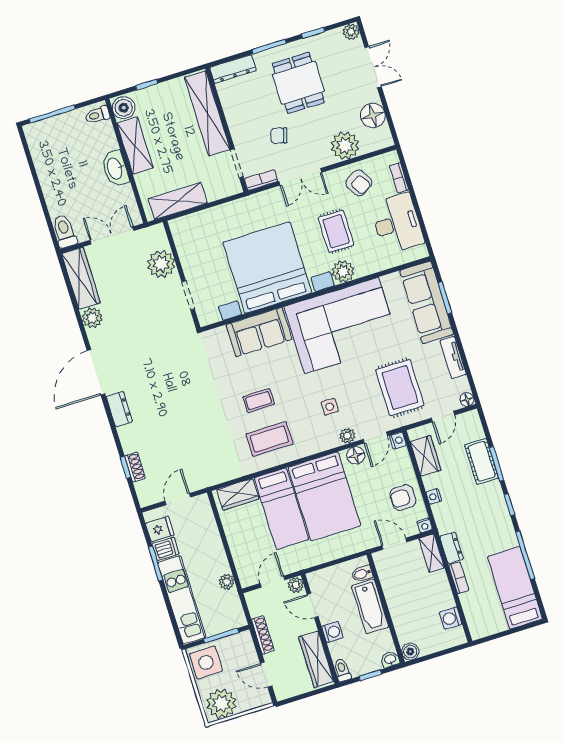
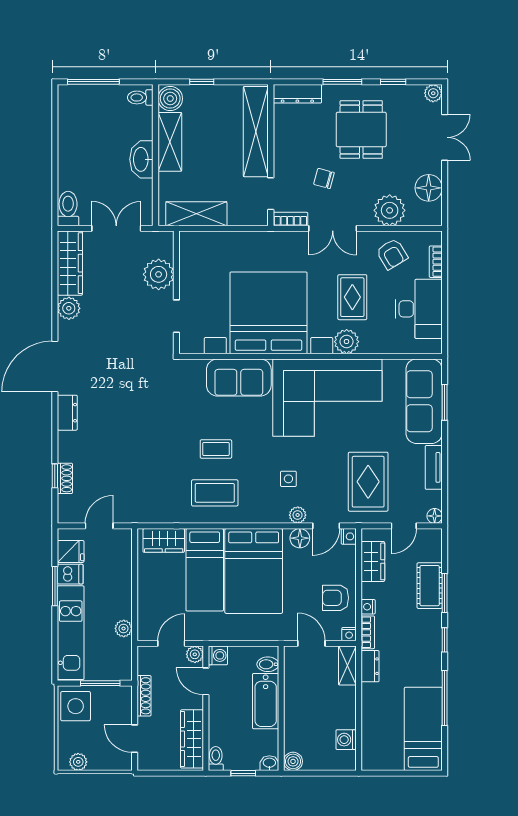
bookcase: (459, 578) -> (368, 632), moved
washing machine: (332, 632) -> (218, 655), moved
plant: (221, 703) -> (78, 762), width x0.53, depth x0.53

